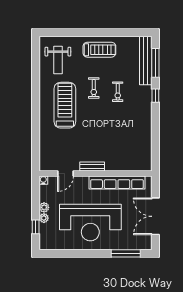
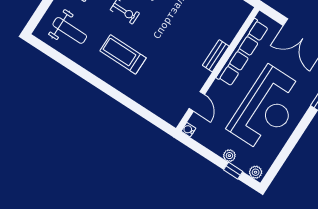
treadmill: (65, 105) -> (123, 54), width x0.73, depth x0.73
bench: (92, 167) -> (216, 56), moved
plant: (44, 207) -> (256, 172), moved

